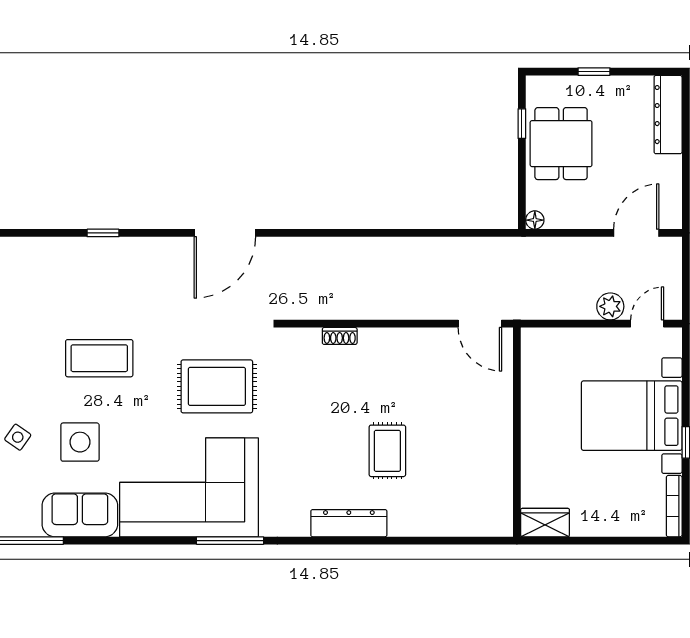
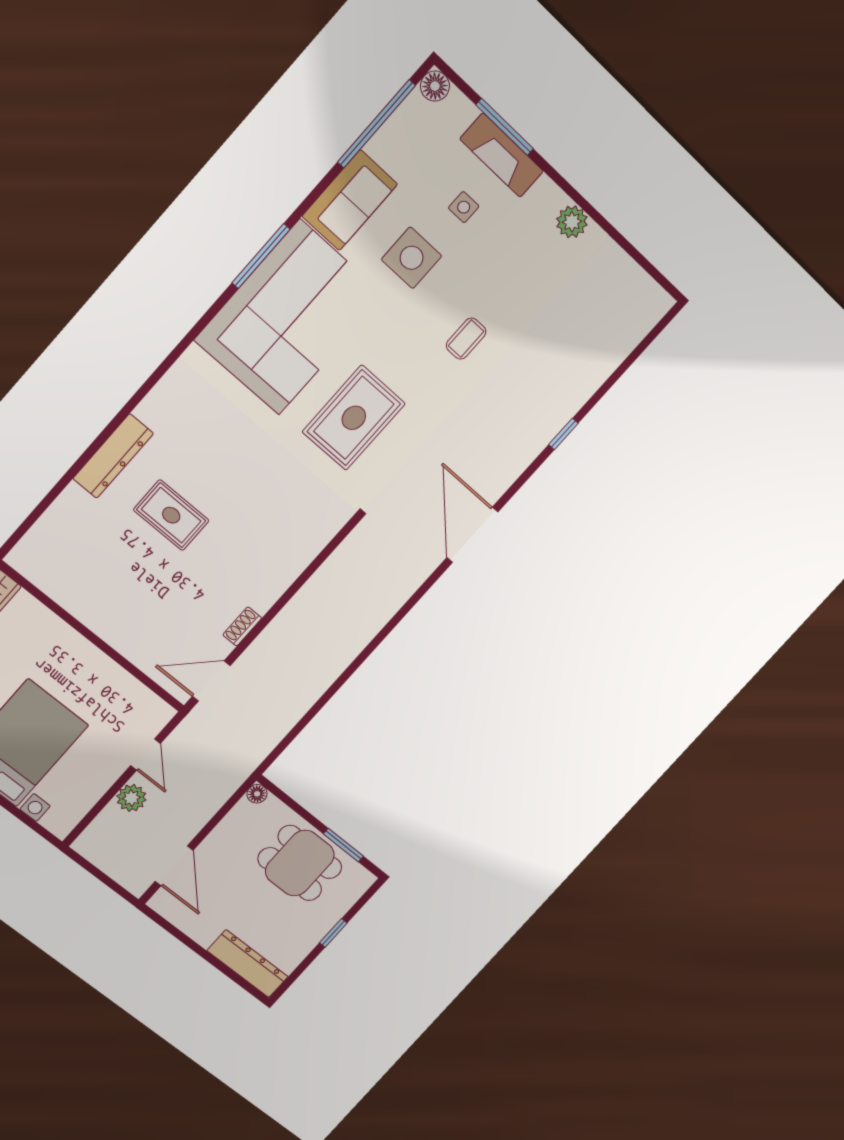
window: (522, 124) -> (343, 845), width x1.50
door: (647, 324) -> (146, 755), moved
shoe rack: (340, 336) -> (242, 626), moved
coffee table: (99, 358) -> (466, 339), width x0.54, depth x0.58
side table: (18, 437) -> (464, 207), turned -35
dresser: (349, 523) -> (113, 456), moved
window: (230, 541) -> (261, 256), moved

